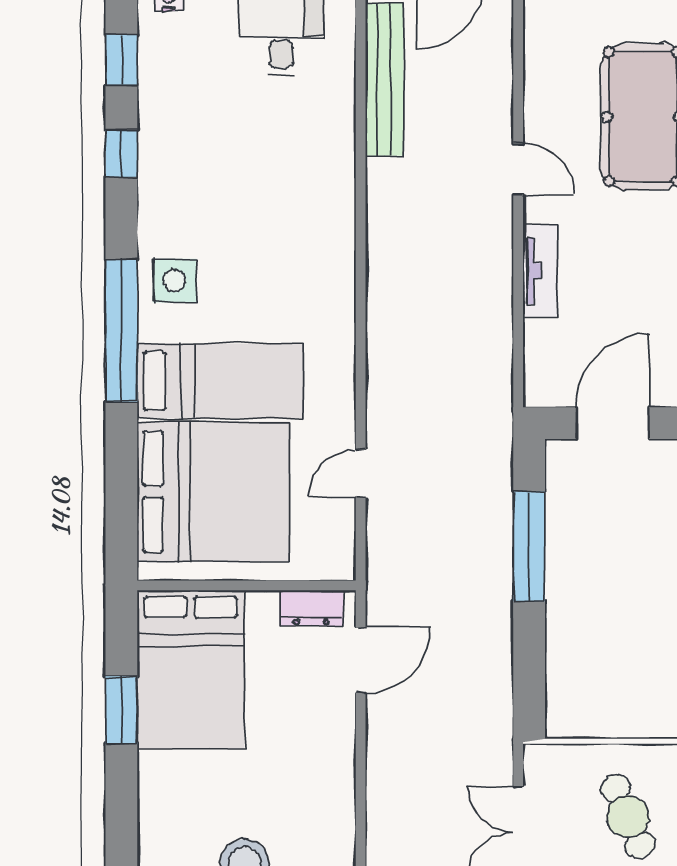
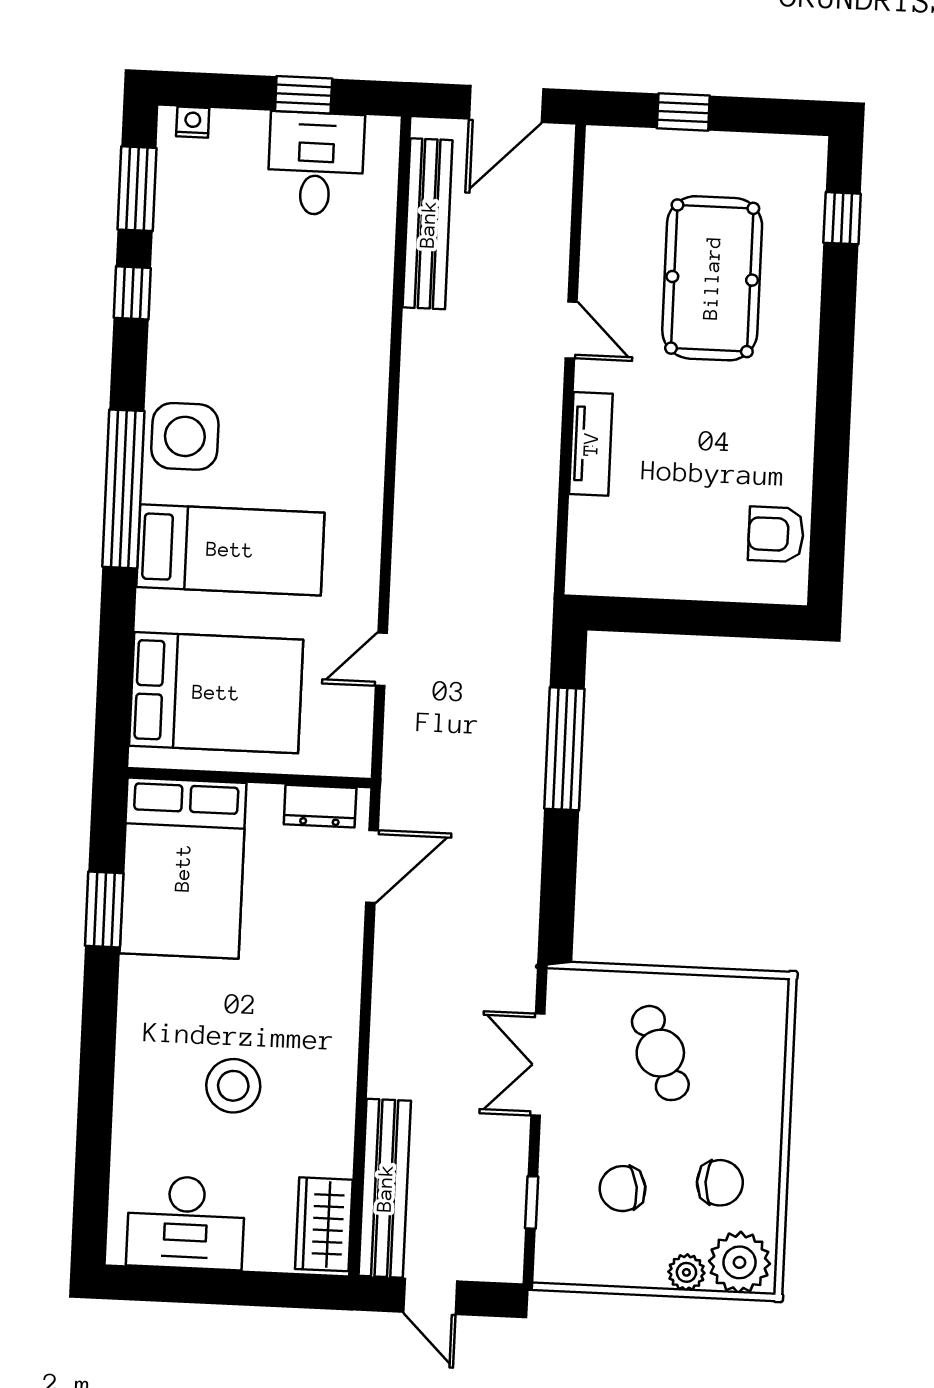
window: (121, 60) -> (137, 189), width x1.50
side table: (175, 281) -> (185, 436), width x1.37, depth x1.37
door: (612, 423) -> (663, 616), removed
bed: (213, 492) -> (216, 693), width x0.73

